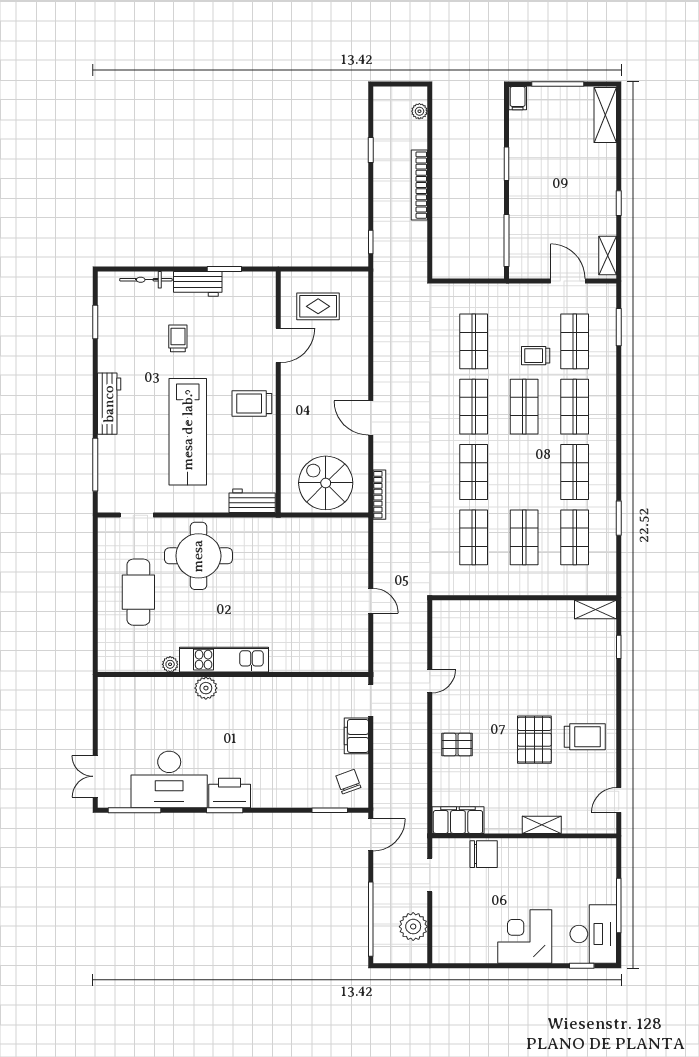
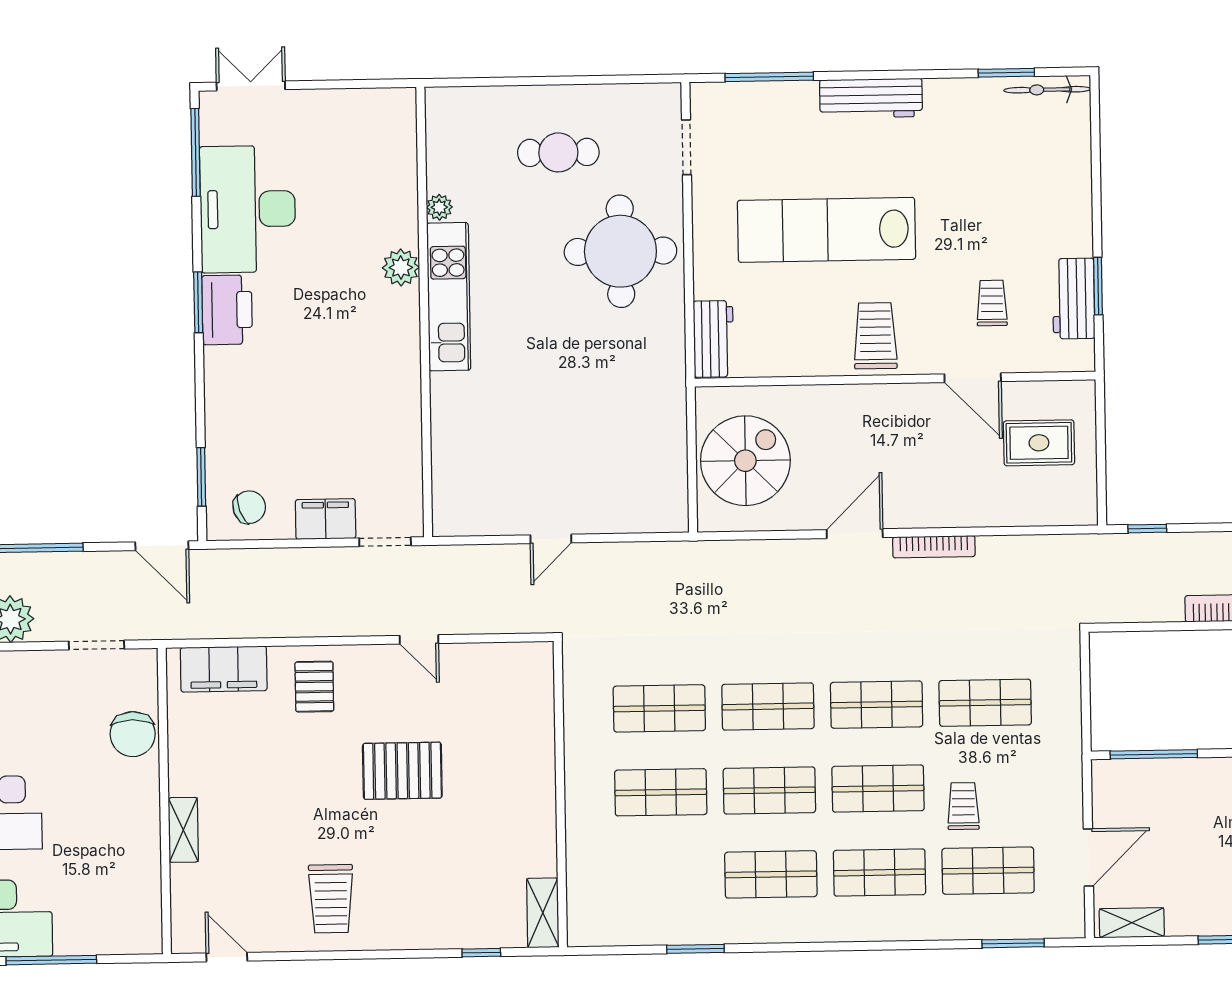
bicycle: (146, 280) -> (1047, 90), moved, turned -90
workbench: (198, 284) -> (1074, 299), moved
rug: (318, 306) -> (1039, 443), turned 90
trolley: (178, 338) -> (992, 303), moved, turned -90
bookcase: (379, 495) -> (934, 547), moved
shop shelf: (575, 537) -> (769, 790), moved
cafe table: (138, 592) -> (558, 152), width x0.73, depth x0.74
pallet: (534, 740) -> (402, 771), moved
filing cabinet: (458, 820) -> (224, 669), moved, turned 90

